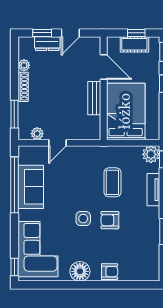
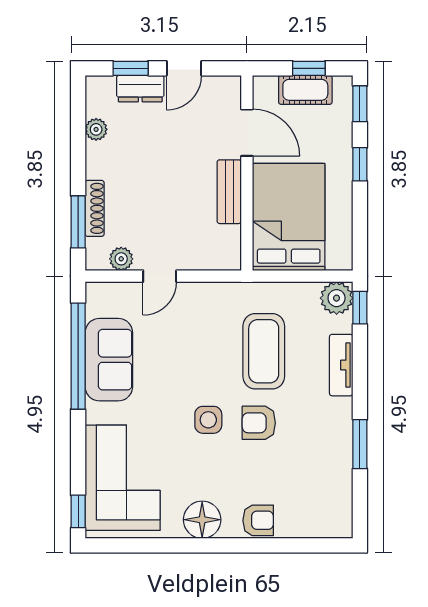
shoe rack: (23, 87) -> (95, 208), moved
coffee table: (112, 182) -> (264, 351), width x1.36, depth x1.32

